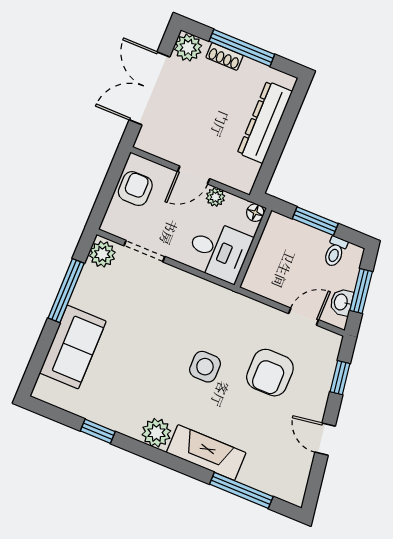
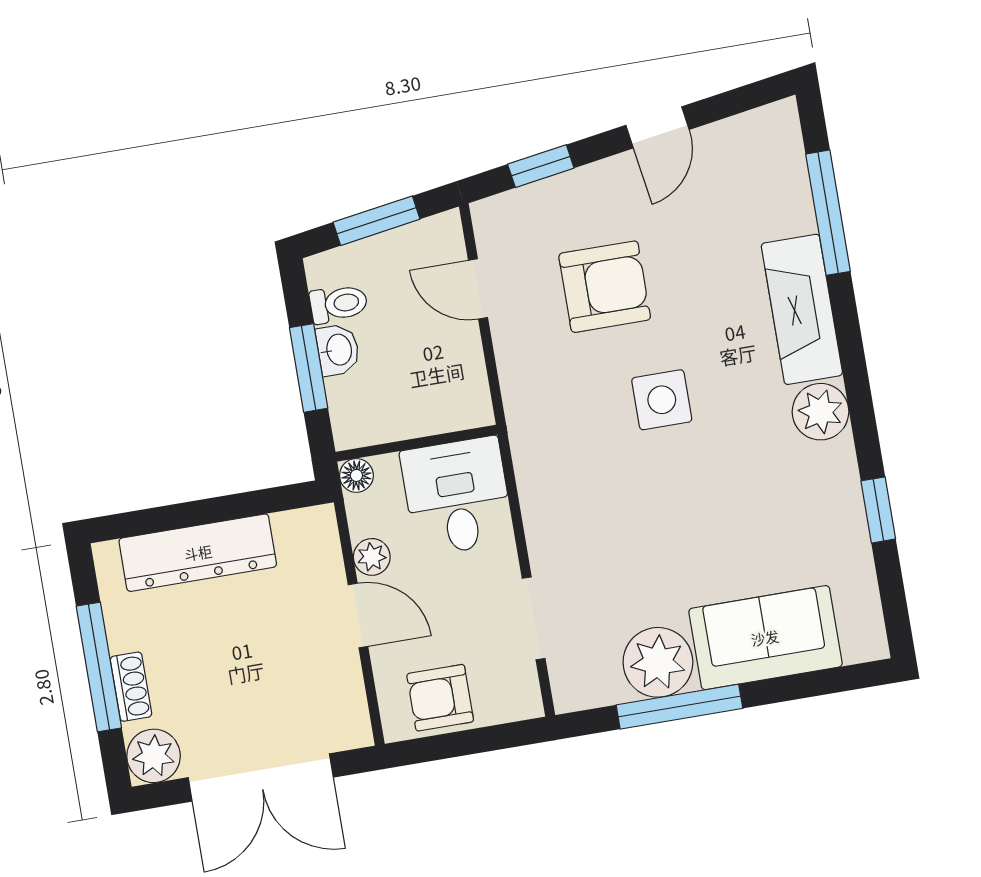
plant: (102, 254) -> (658, 662), moved, width x1.36, depth x1.36
washbasin: (341, 302) -> (338, 350), moved, turned -81

